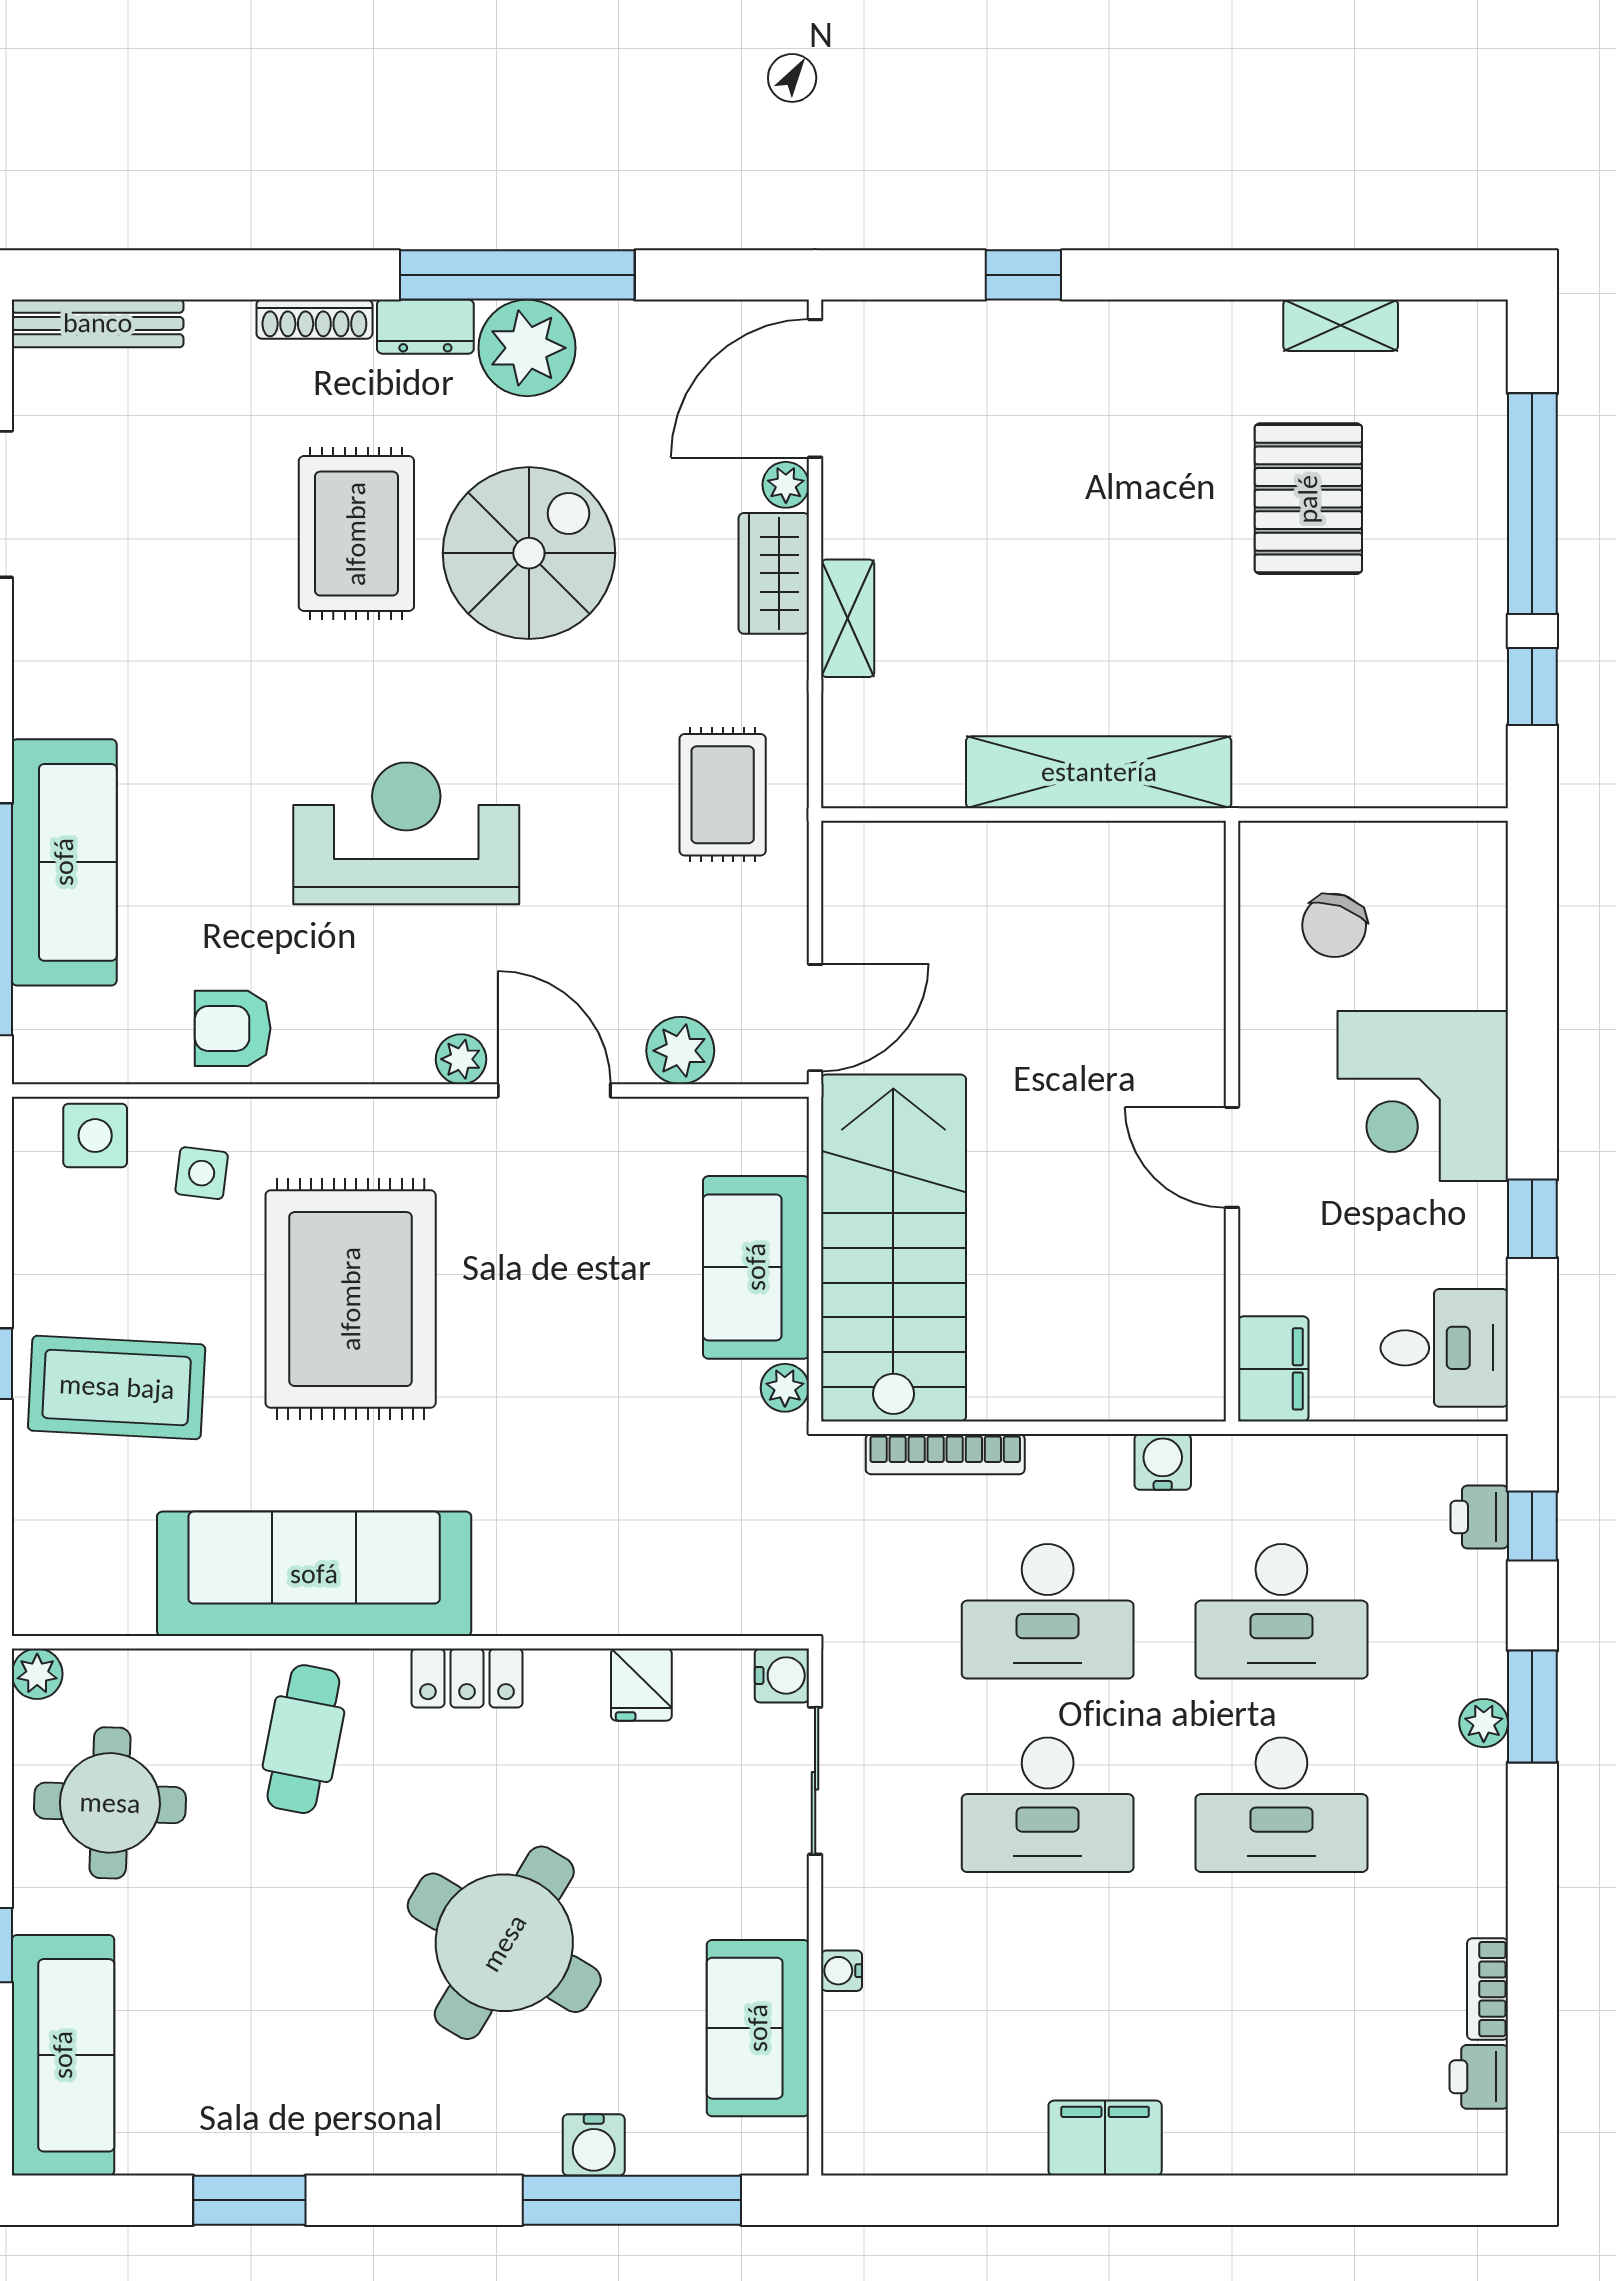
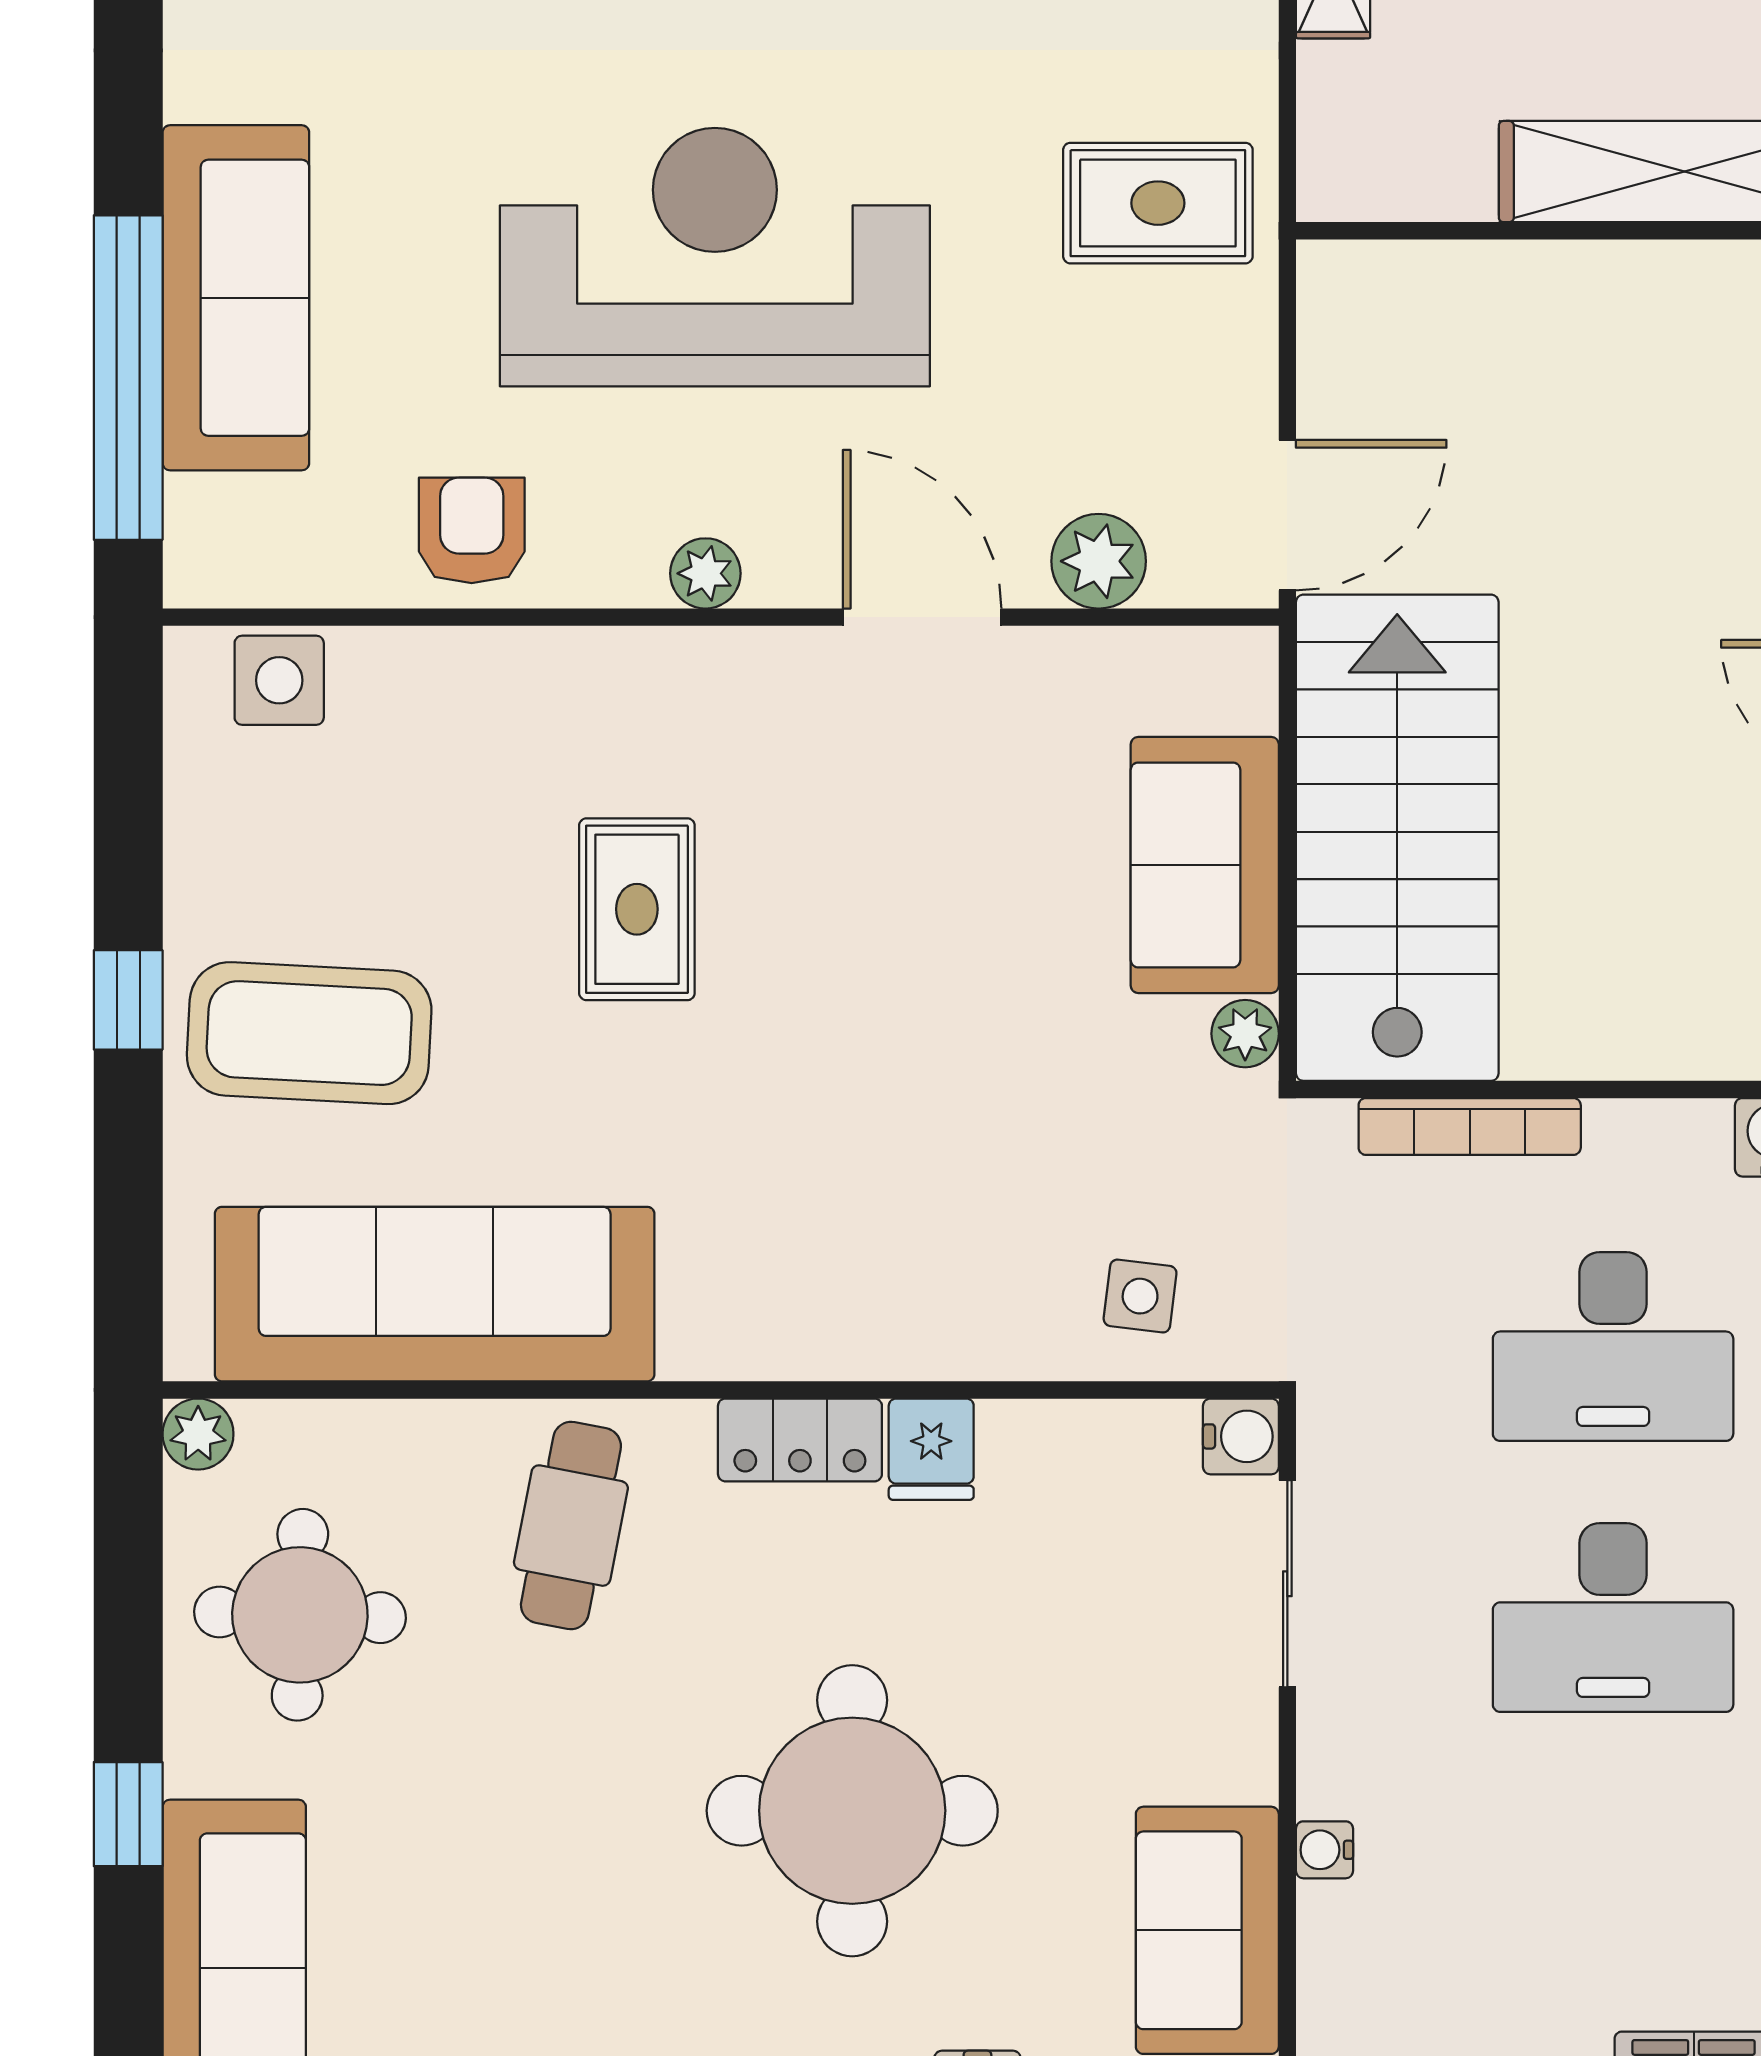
rug: (723, 795) -> (1158, 203), turned 90
reception desk: (406, 833) -> (715, 257), width x1.36, depth x1.30
armchair: (233, 1028) -> (472, 530), turned 90
plant: (461, 1059) -> (705, 573), moved
side table: (202, 1173) -> (1140, 1296), moved
rug: (351, 1299) -> (637, 909), width x0.54, depth x0.49
sofa: (314, 1574) -> (435, 1294), moved
fridge: (641, 1685) -> (931, 1449), moved
round table: (504, 1943) -> (852, 1811), turned -31

